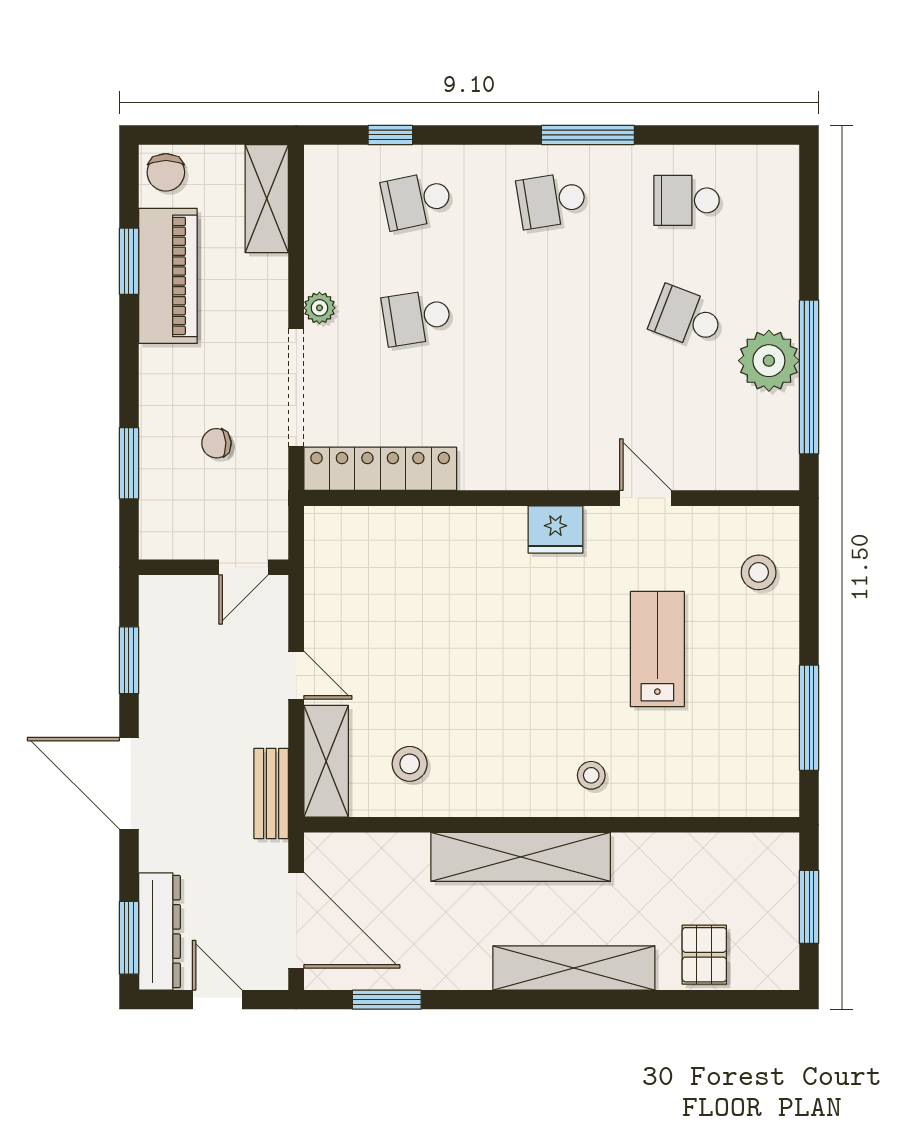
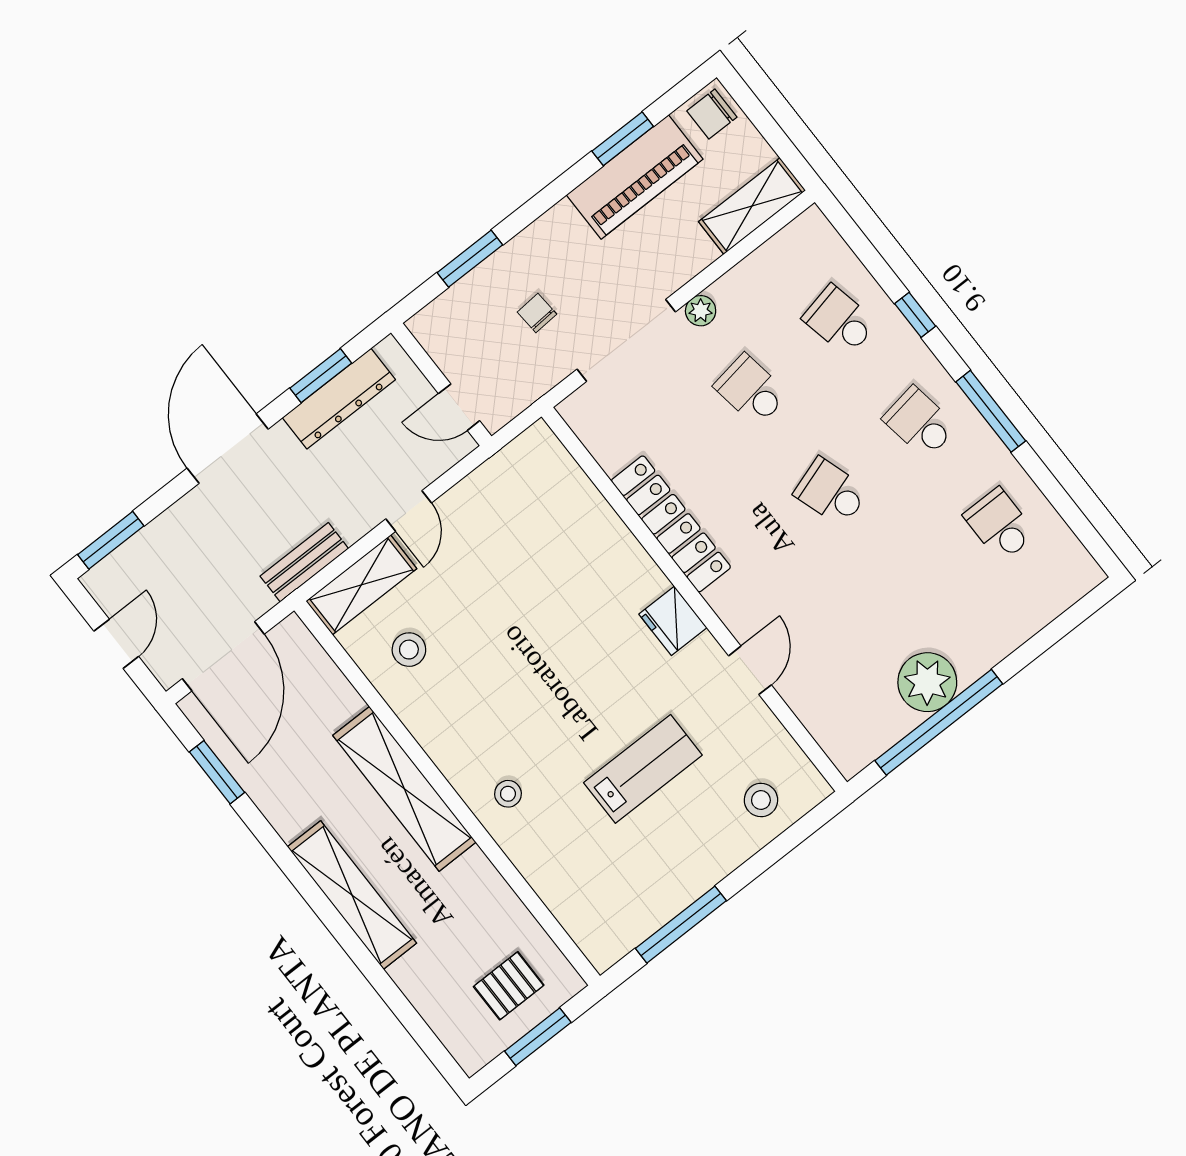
window: (390, 135) -> (915, 315), moved
school desk: (687, 318) -> (831, 492), moved, turned -39
locker: (380, 469) -> (671, 524), moved
dresser: (159, 931) -> (339, 399), moved
pallet: (704, 955) -> (509, 986), moved

